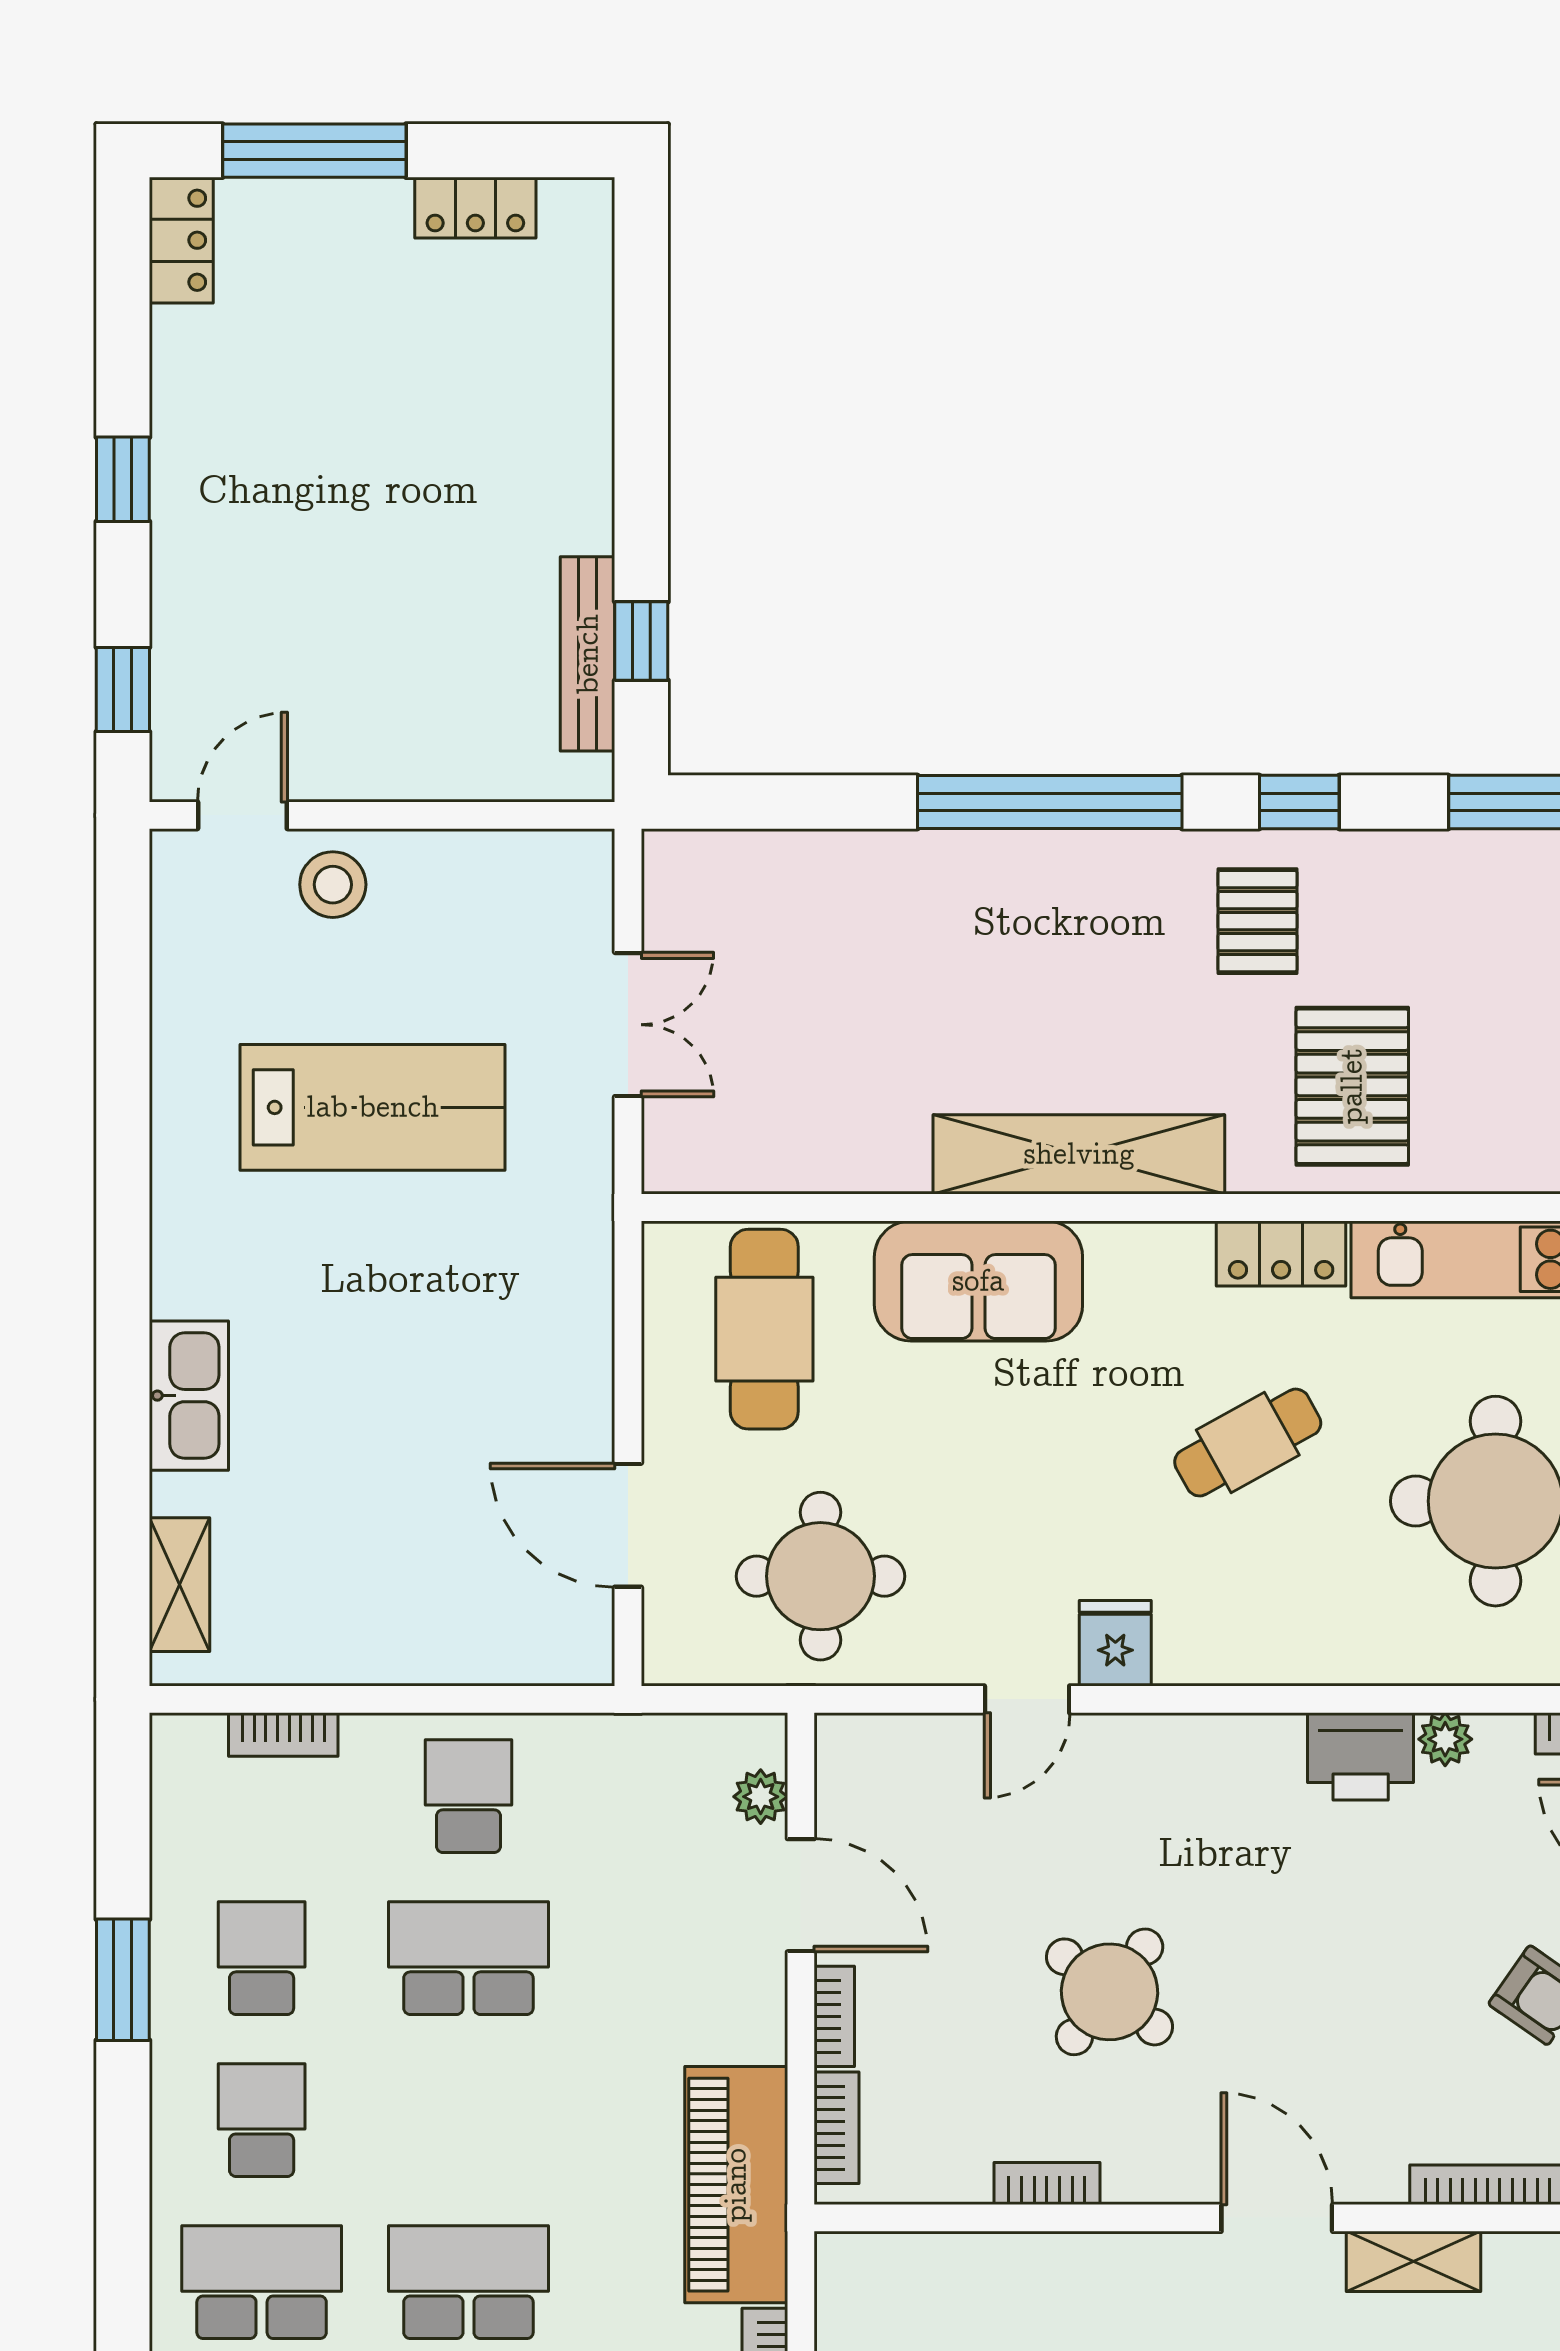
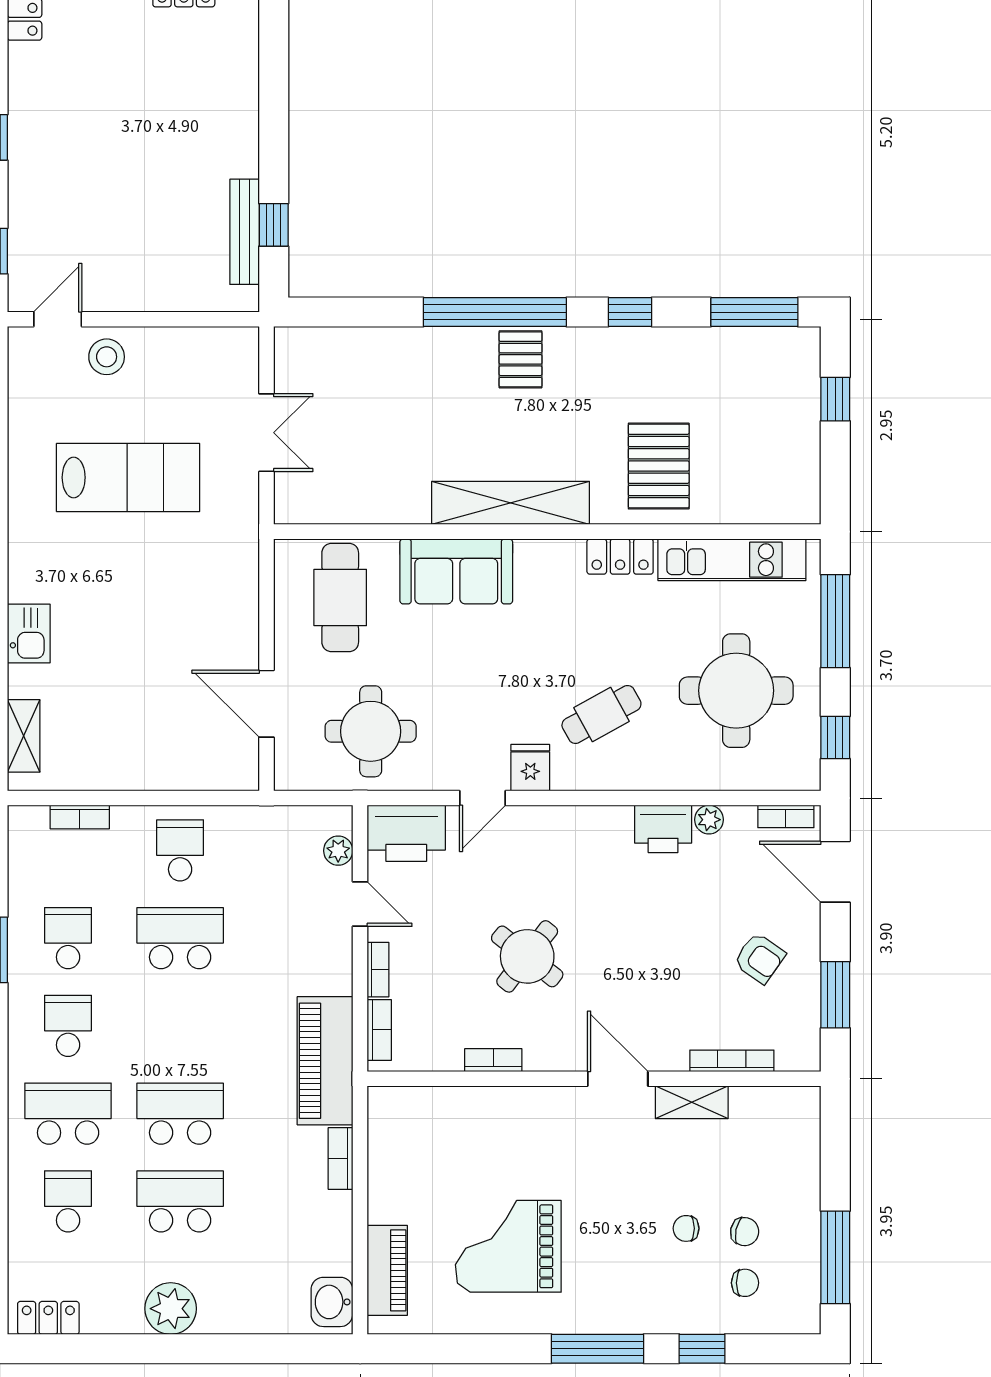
pallet: (1258, 921) -> (521, 359), moved
kitchen sink: (189, 1396) -> (29, 633), width x0.73
cafe table: (1248, 1443) -> (601, 715), moved
printer: (886, 1764) -> (406, 833), added
door: (801, 1895) -> (360, 904), width x0.73

